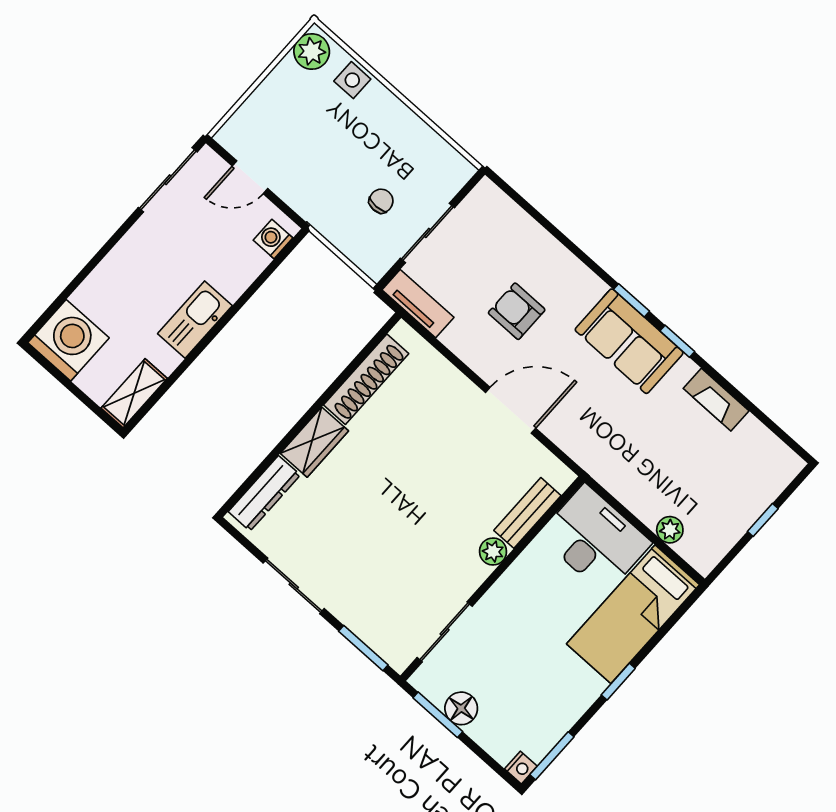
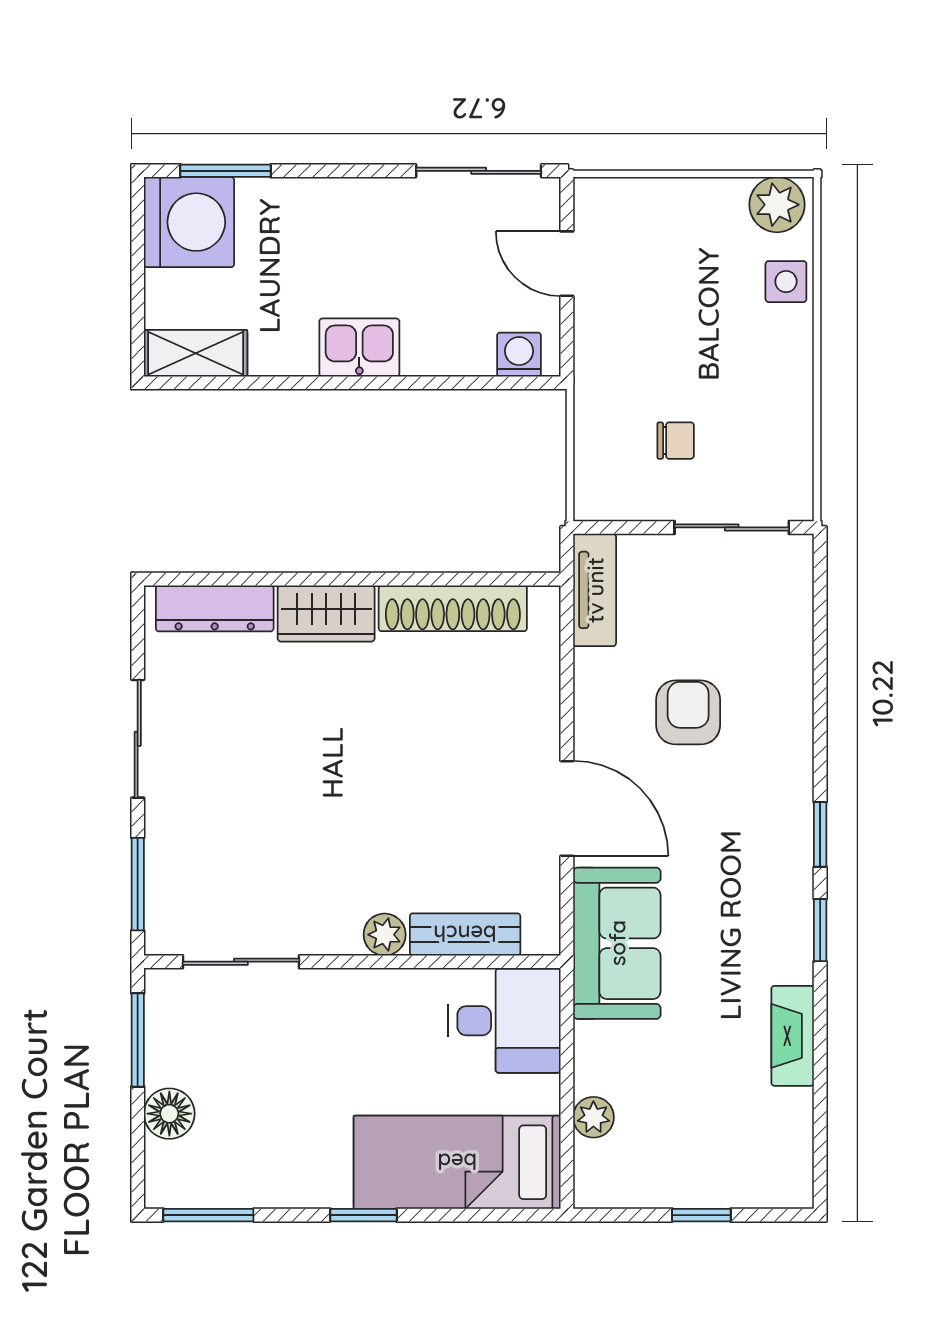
sliding door: (427, 233) -> (732, 527), moved
window: (60, 301) -> (226, 171), added
kitchen sink: (195, 320) -> (359, 347), width x0.73
sofa: (629, 341) -> (617, 943), moved, turned 180
desk: (595, 539) -> (505, 1021), width x0.73
floor lamp: (461, 708) -> (169, 1114), moved
nightstand: (521, 768) -> (163, 1191), removed

